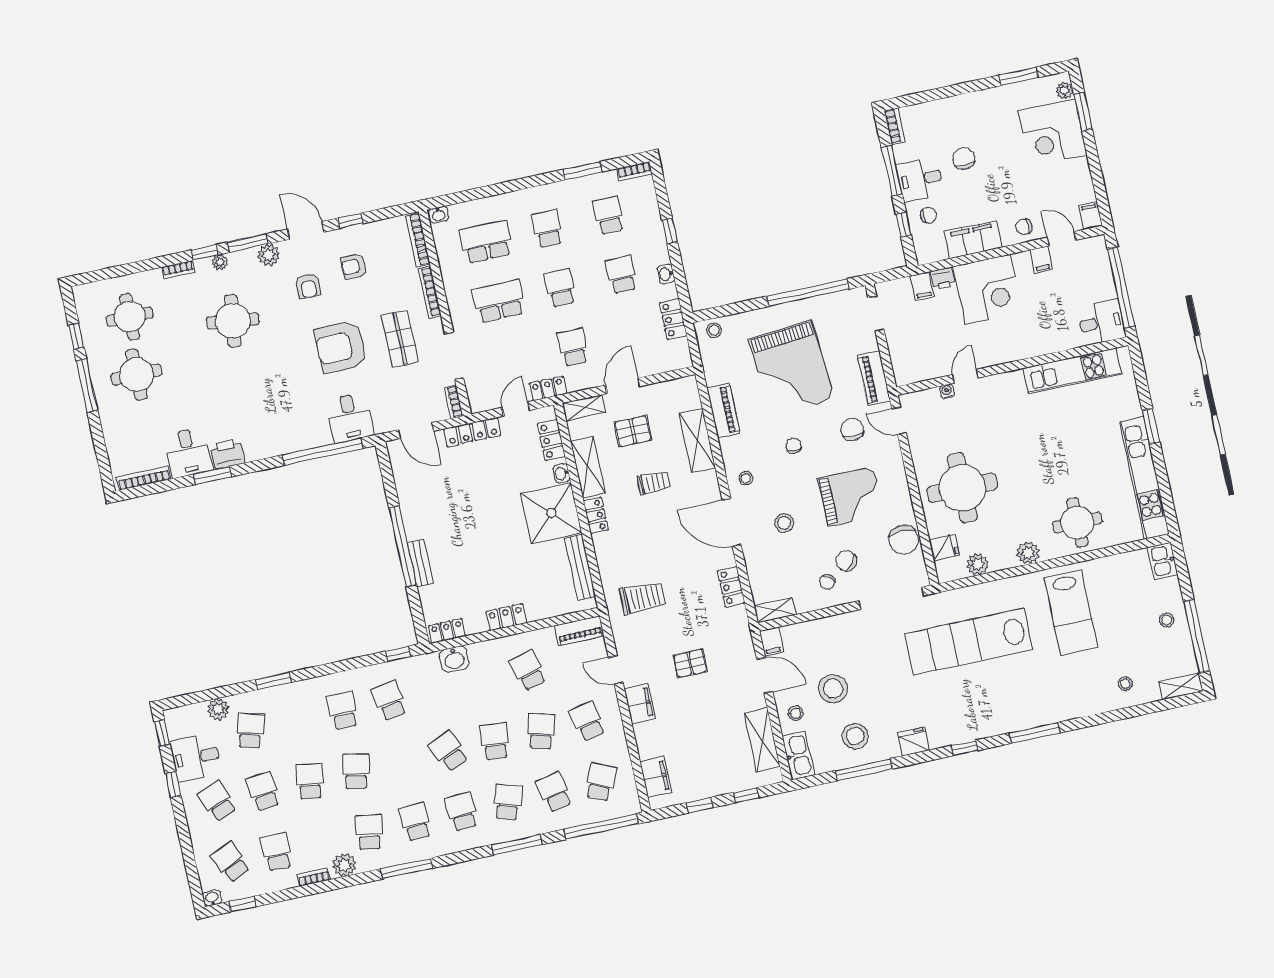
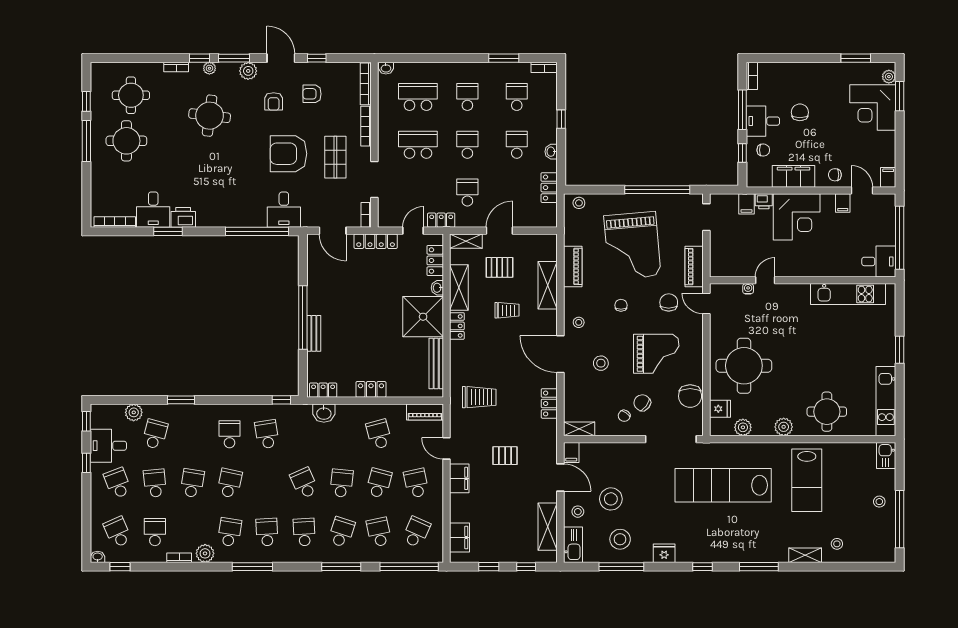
kitchen unit: (1144, 478) -> (886, 401), width x0.73
shelving: (1181, 686) -> (805, 555), moved

